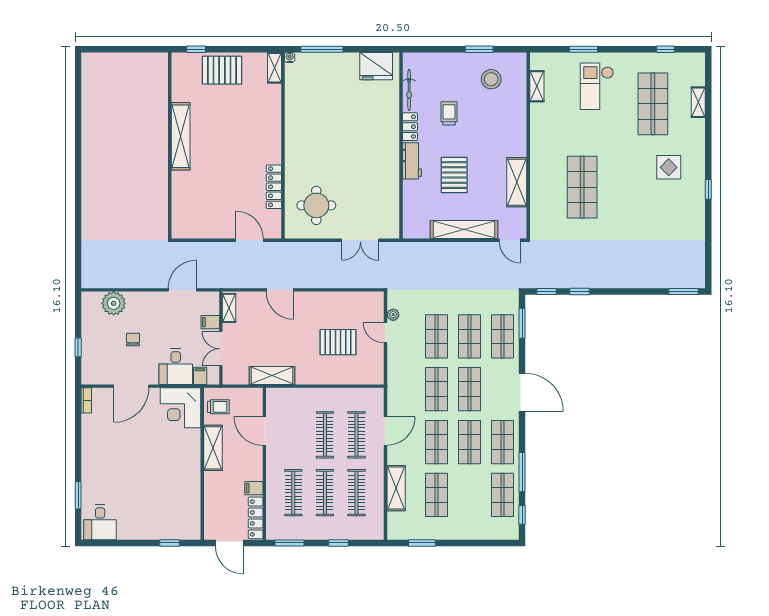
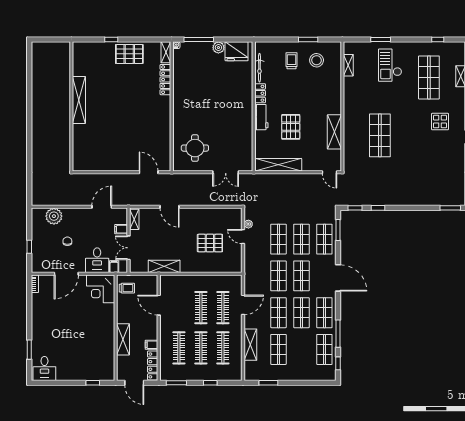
plant: (350, 61) -> (218, 48), added
trolley: (449, 113) -> (291, 61), moved
shelving: (181, 136) -> (79, 100), moved
wall: (170, 146) -> (71, 106), moved
locker: (274, 187) -> (165, 80), moved
shelving: (464, 230) -> (278, 165), moved
shelving: (213, 448) -> (123, 339), moved

